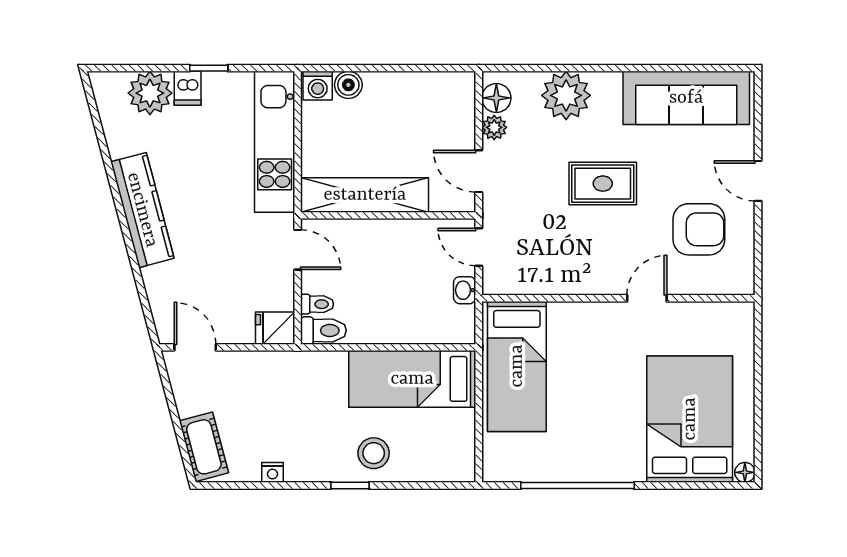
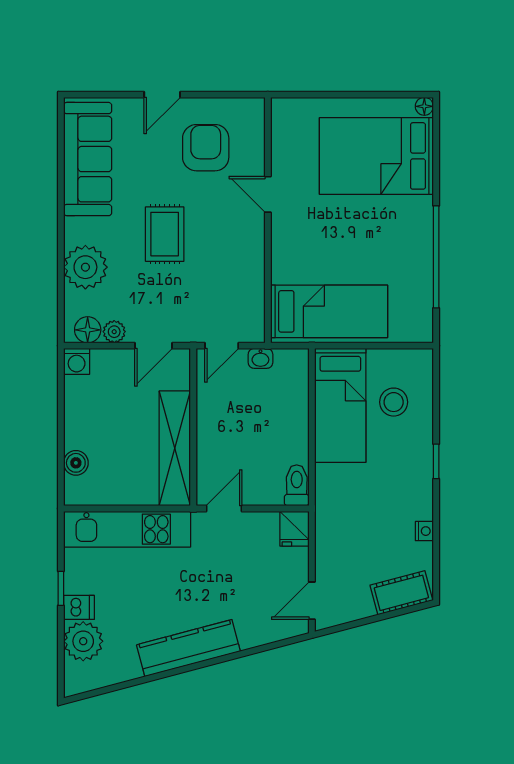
washing machine: (318, 86) -> (77, 361), moved, turned 90
toilet: (317, 304) -> (273, 491), removed
stool: (374, 453) -> (394, 402), moved

